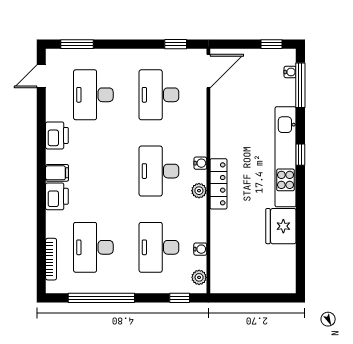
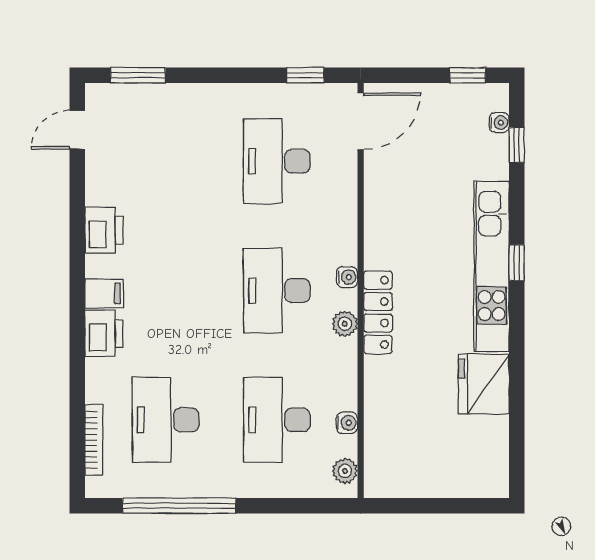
window: (300, 85) -> (517, 145), width x0.46
desk: (93, 95) -> (166, 161), removed
window: (180, 298) -> (312, 506), removed

